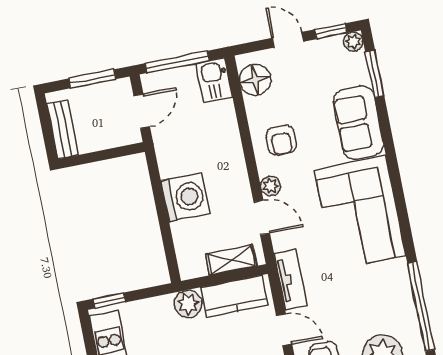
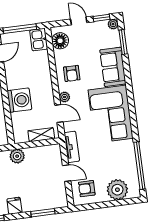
kitchen counter: (234, 296) -> (42, 154), removed

